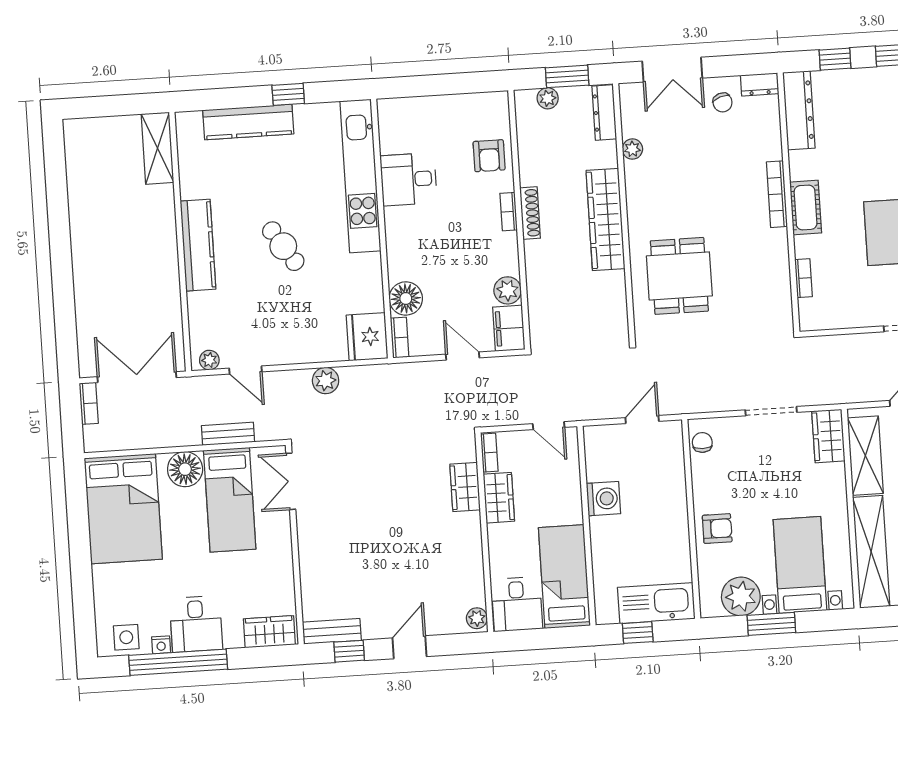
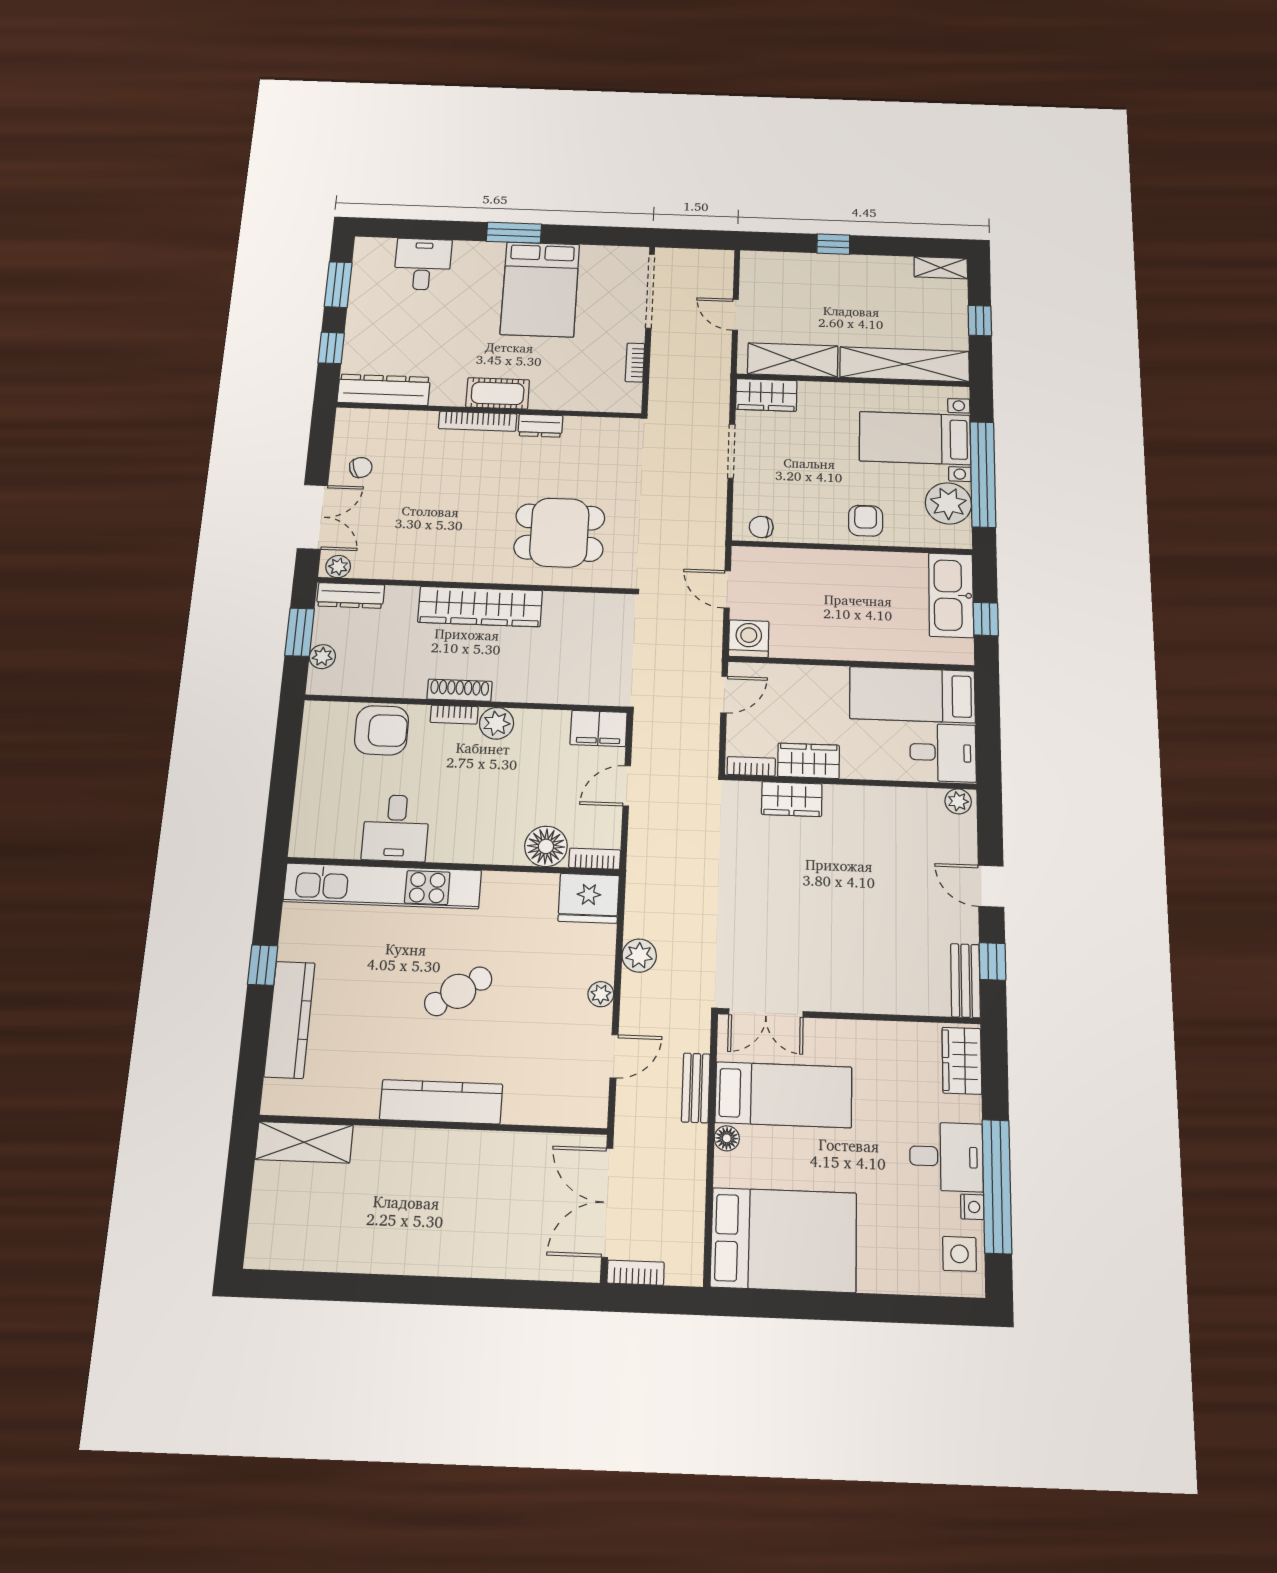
dresser: (760, 84) -> (540, 426), moved, turned 90
plant: (632, 149) -> (338, 567), moved
armchair: (489, 156) -> (382, 730), width x1.38, depth x1.38
bookcase: (803, 278) -> (635, 363), moved, turned -90
plant: (508, 290) -> (497, 723), moved
plant: (209, 360) -> (601, 994), moved
floor lamp: (185, 469) -> (727, 1138), width x0.53, depth x0.53
washing machine: (603, 499) -> (749, 639), moved
window: (771, 624) -> (983, 474), width x2.11

